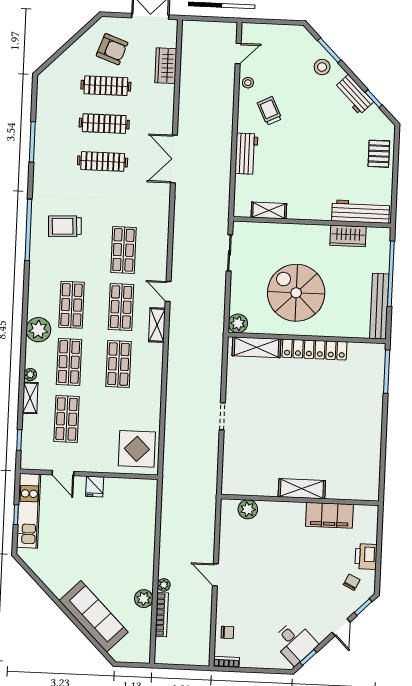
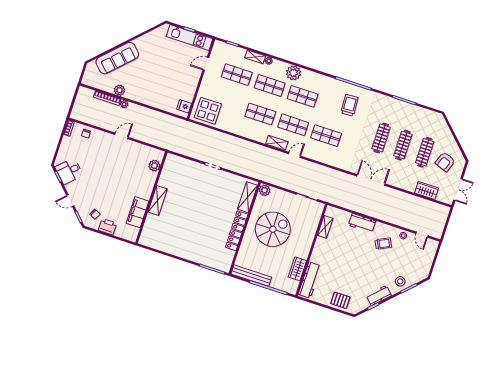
fridge: (95, 487) -> (184, 106), moved

